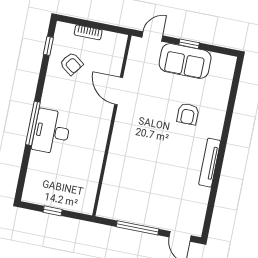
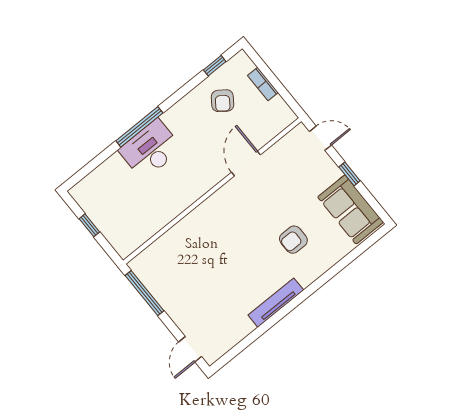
sofa: (185, 61) -> (351, 209), moved
window: (137, 228) -> (144, 293), moved

